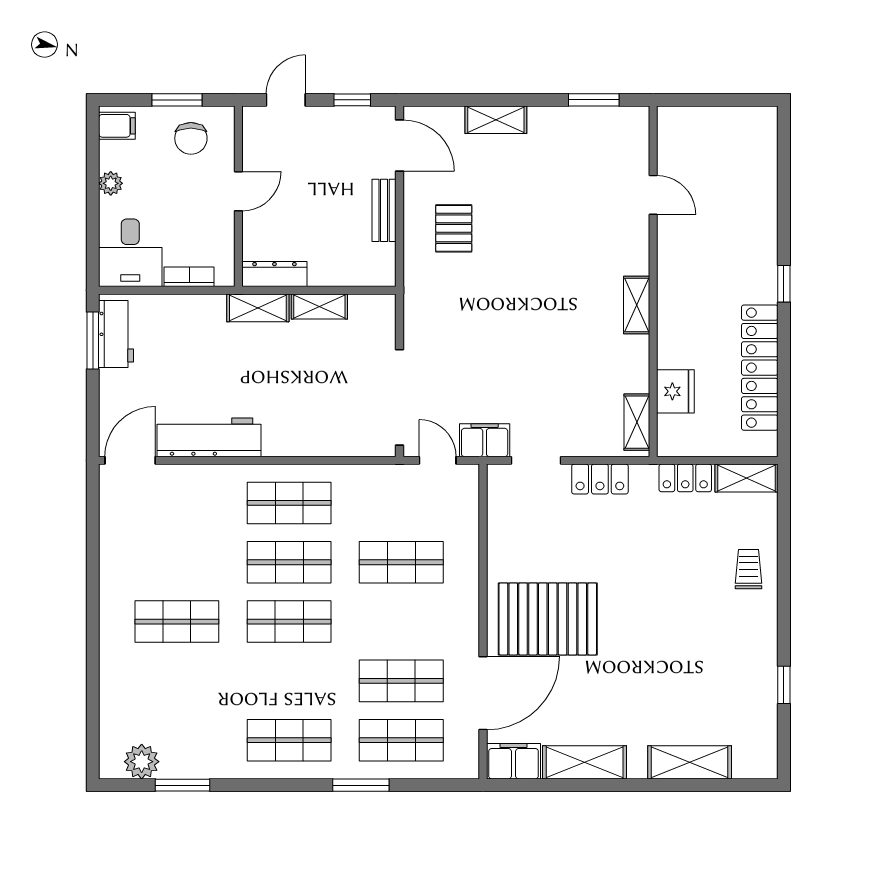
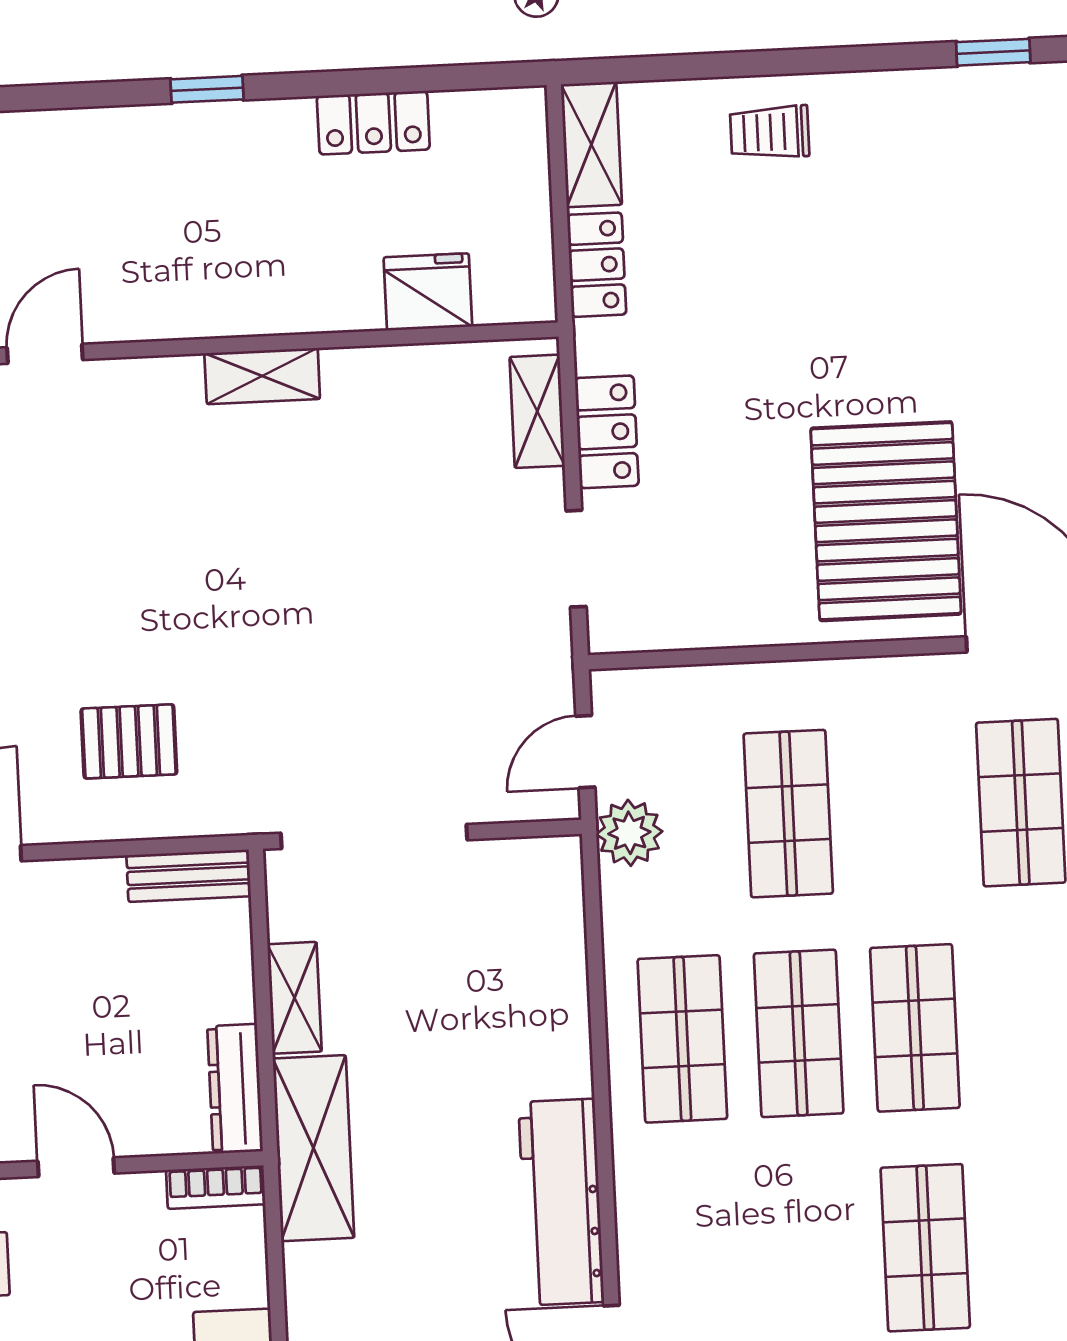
bench: (384, 210) -> (189, 876), moved
bookcase: (189, 277) -> (216, 1187), moved, turned -90
shelving: (258, 308) -> (313, 1148), width x1.50, depth x1.33
locker: (760, 368) -> (373, 123), width x0.46, depth x0.83
doorway: (400, 397) -> (374, 836), moved
shelving: (637, 422) -> (537, 411), moved, turned 90
filing cabinet: (485, 440) -> (541, 661), removed
plant: (395, 481) -> (629, 833), added

